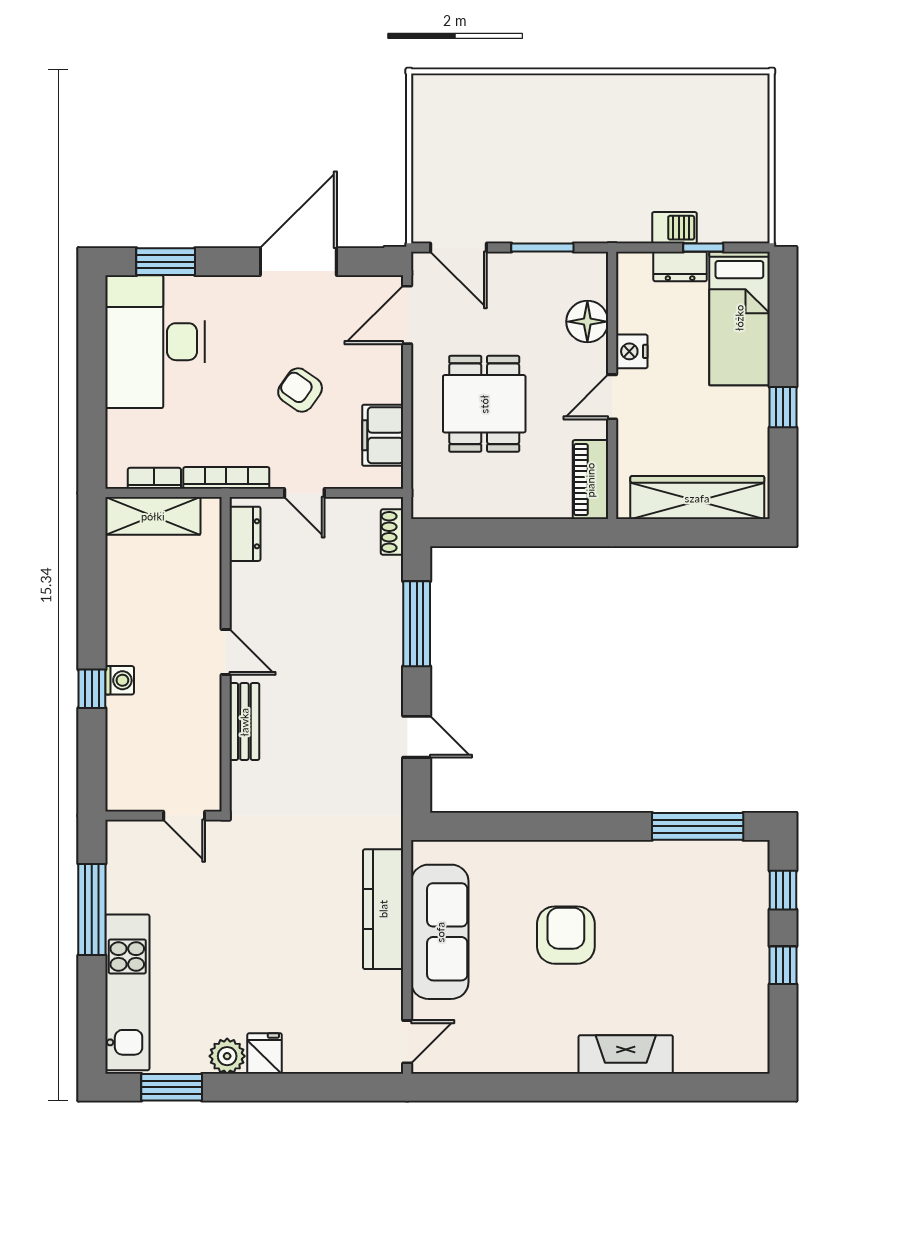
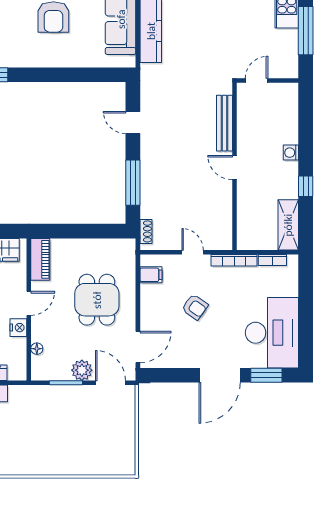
door: (298, 262) -> (220, 375), moved
plant: (513, 271) -> (82, 370), added
floor lamp: (587, 322) -> (37, 349), width x0.53, depth x0.53
filing cabinet: (383, 435) -> (151, 275), width x0.50
shelving: (153, 516) -> (288, 225), moved, turned 90
dresser: (245, 534) -> (224, 231), removed
window: (92, 689) -> (306, 186), moved
bench: (244, 722) -> (224, 123), width x1.36
door: (184, 816) -> (257, 81), hinge flipped

